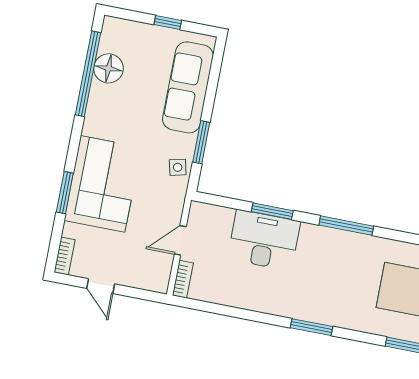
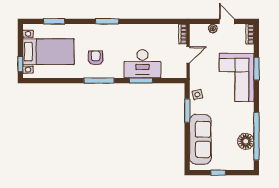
armchair: (344, 267) -> (96, 58), added
plant: (128, 278) -> (213, 28), added

